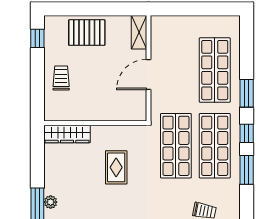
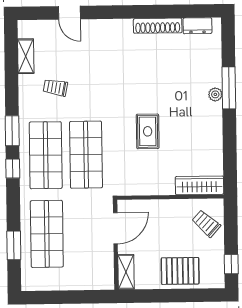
trolley: (61, 78) -> (206, 223), turned 132
window: (247, 93) -> (14, 245), moved
wall: (95, 123) -> (170, 197), moved
wardrobe: (67, 134) -> (199, 185), moved

